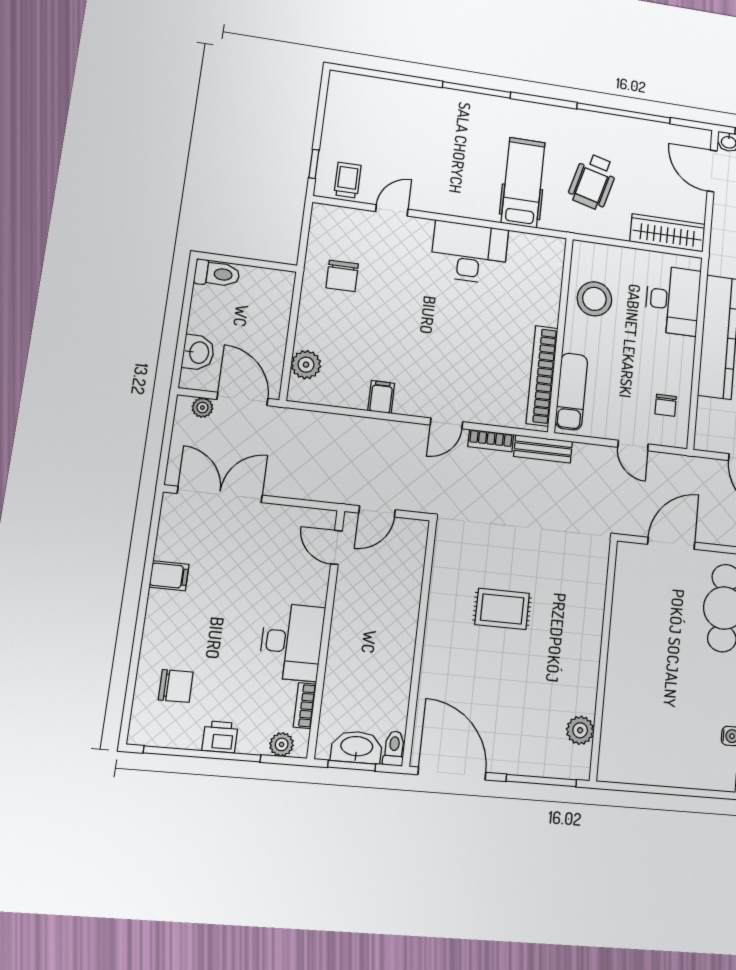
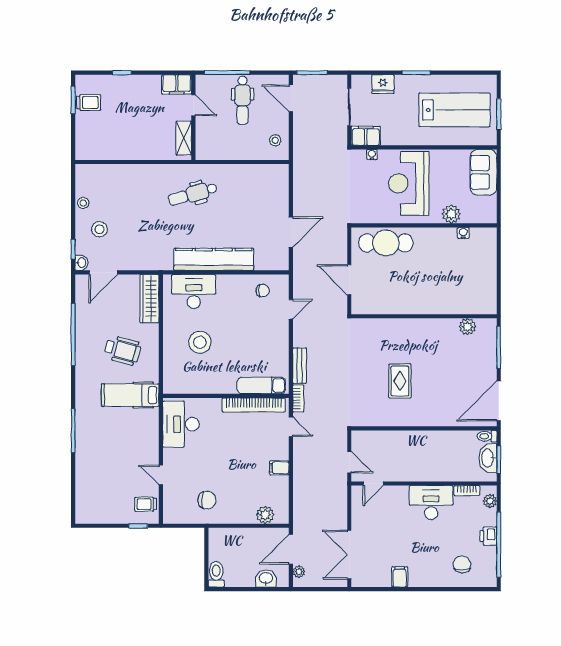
wall: (560, 335) -> (226, 396), moved
bookcase: (542, 376) -> (254, 405), moved
exam couch: (571, 391) -> (261, 385), moved

